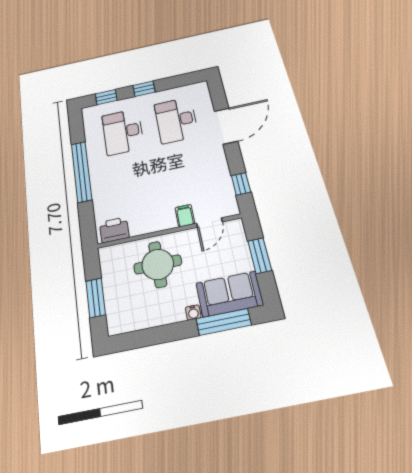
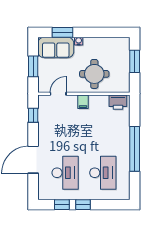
window: (106, 97) -> (62, 205), moved
filing cabinet: (185, 216) -> (83, 102), moved
window: (224, 322) -> (63, 32), width x0.69

